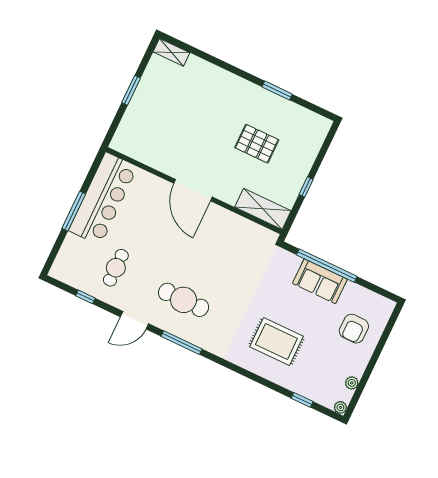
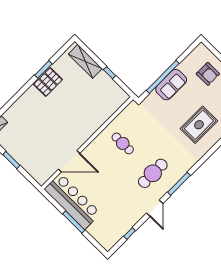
pallet: (257, 144) -> (48, 82), moved
door: (193, 190) -> (69, 161), moved
shelving: (263, 209) -> (85, 61), moved, turned 90
cafe table: (116, 268) -> (123, 143), moved

